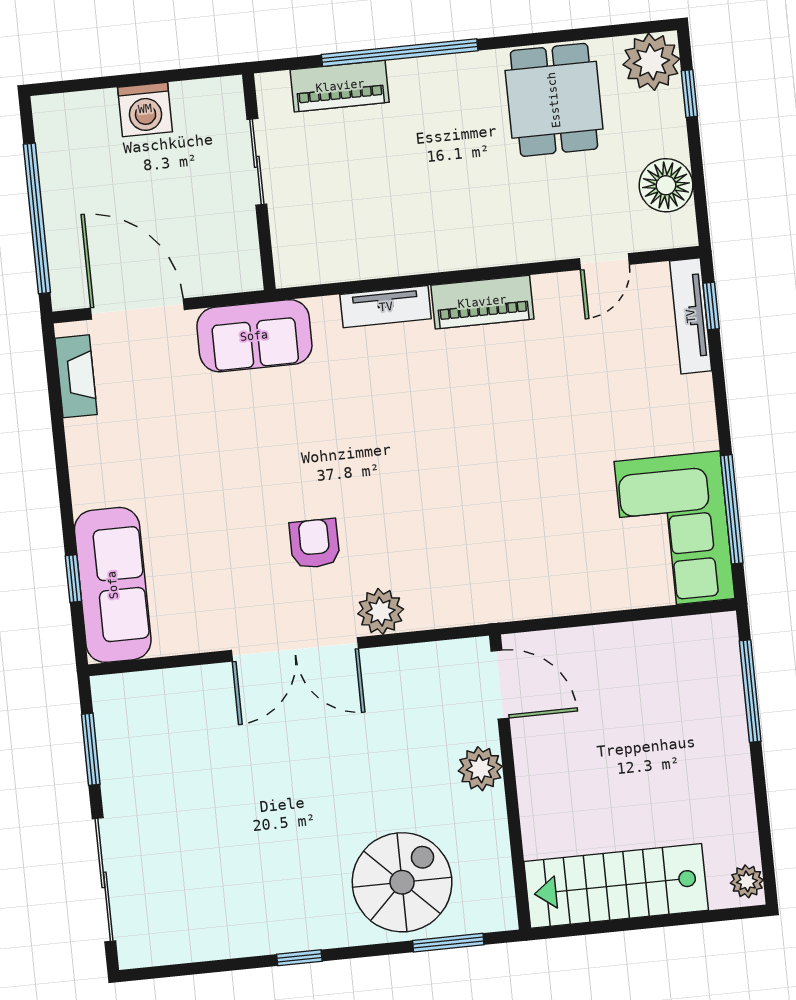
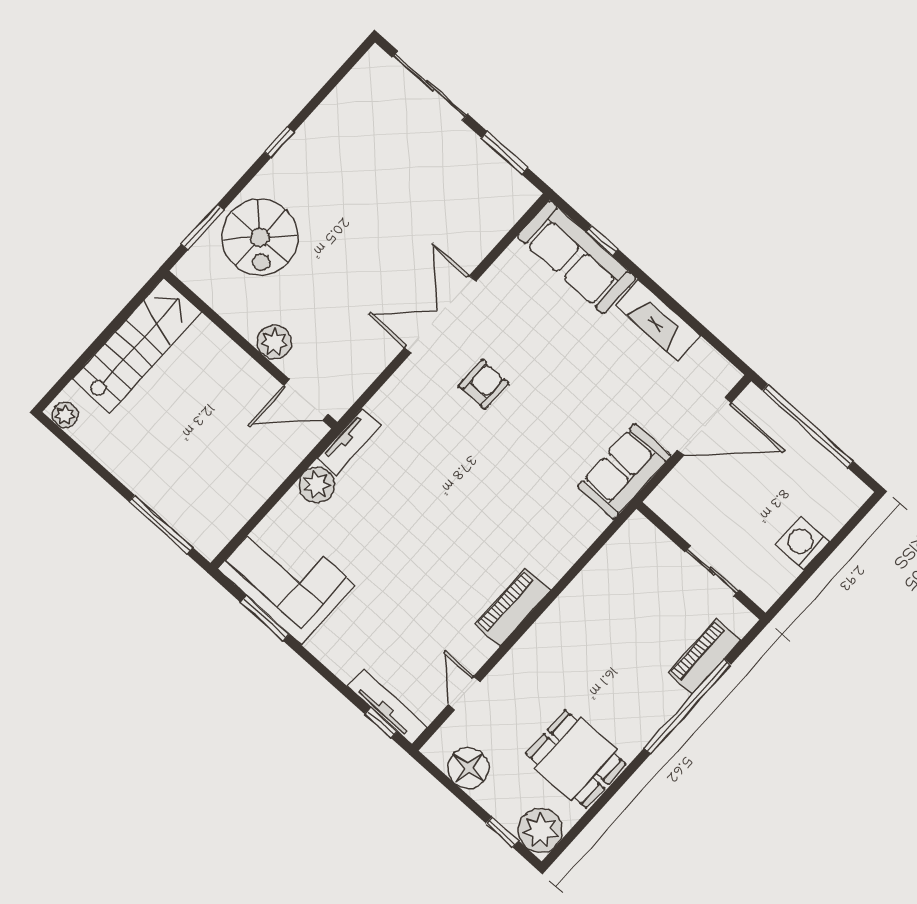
tv unit: (386, 307) -> (349, 442), moved, turned 180
fireplace: (76, 376) -> (658, 321), moved, width x1.37, depth x1.32
window: (732, 509) -> (265, 618), width x0.69
armchair: (315, 544) -> (483, 384), turned -90
plant: (381, 611) -> (317, 485), moved

